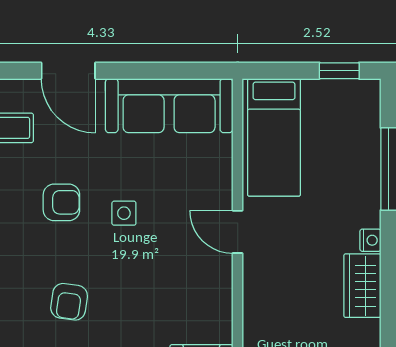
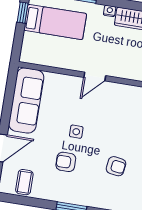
bed: (274, 137) -> (55, 22), moved
armchair: (61, 202) -> (66, 162), turned -90

